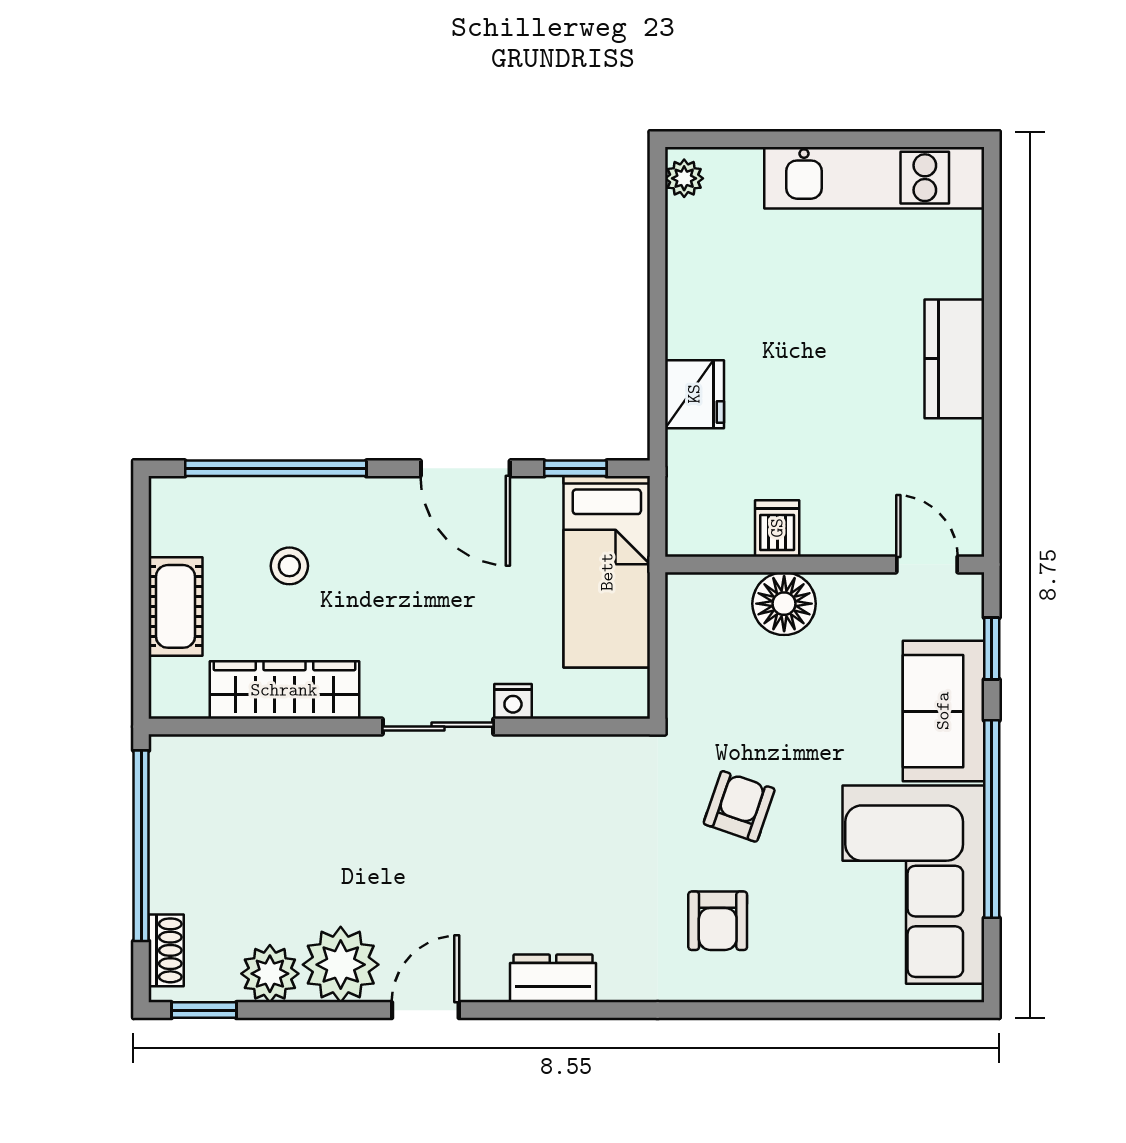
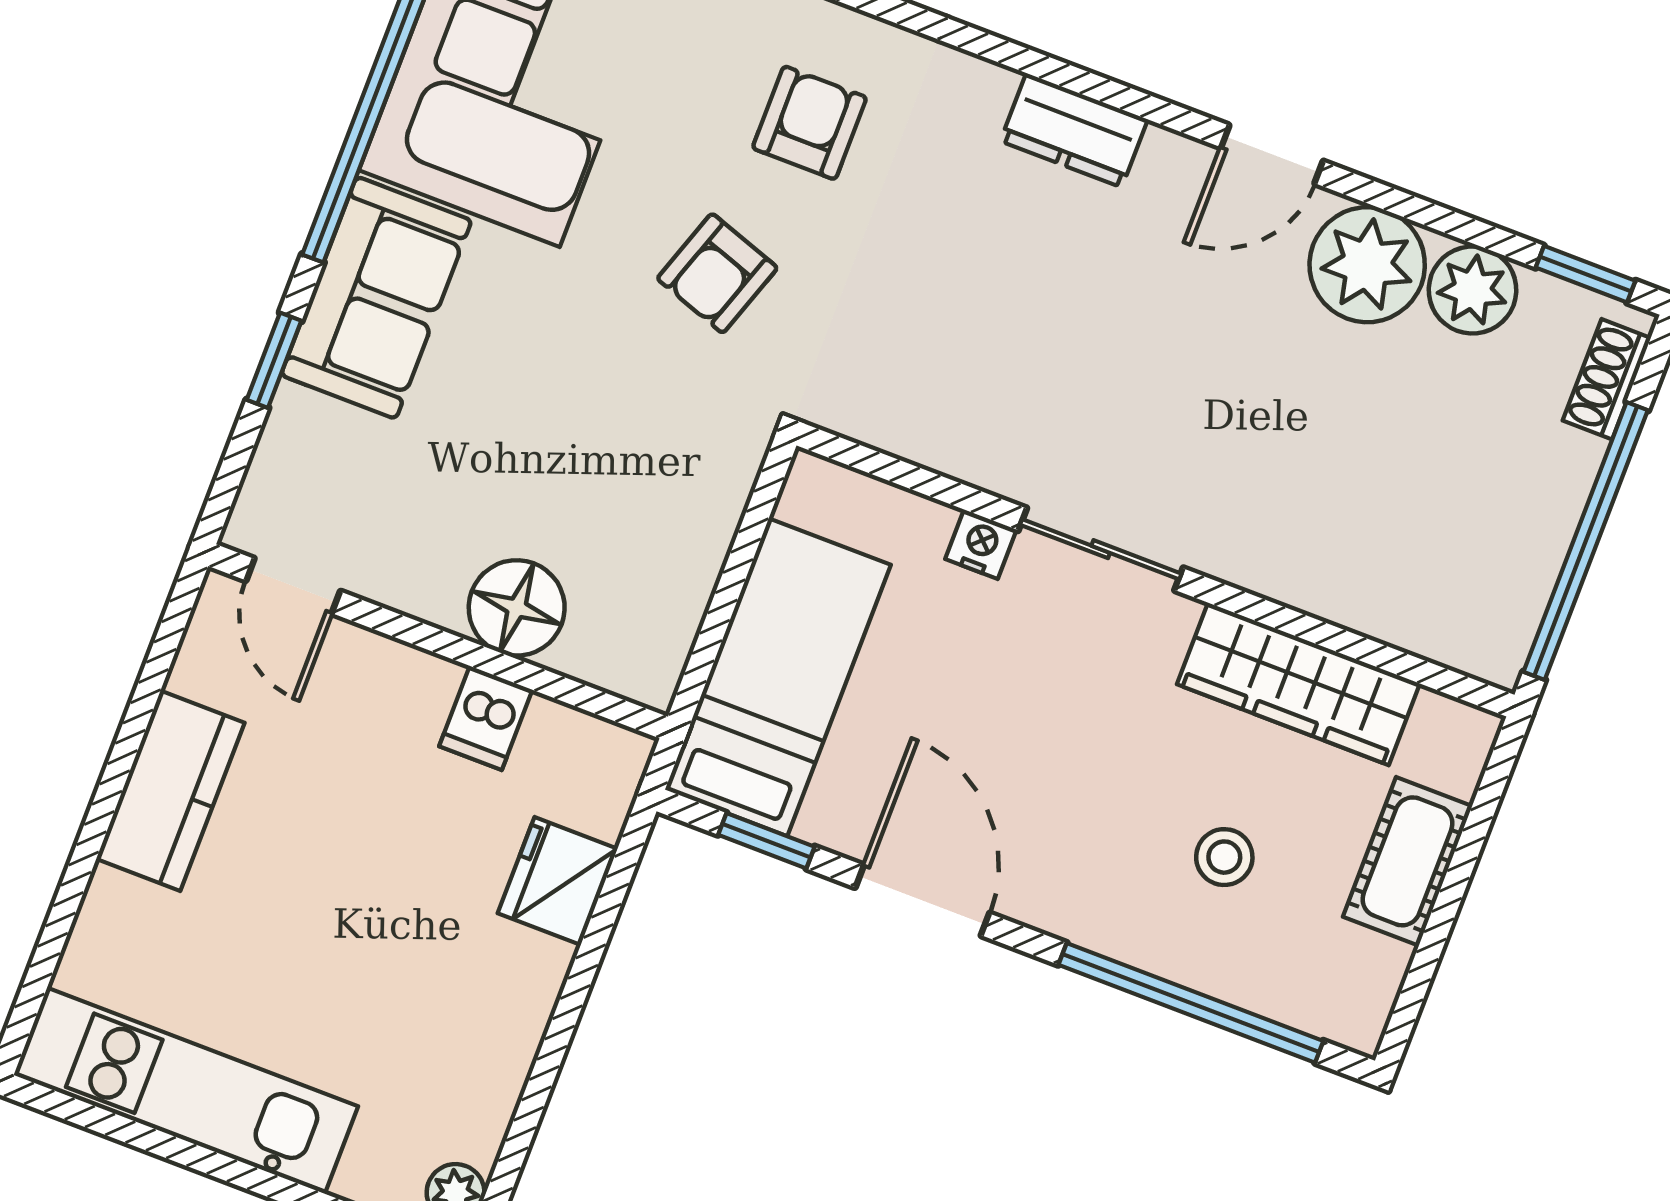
dishwasher: (777, 528) -> (486, 718), moved
wall: (825, 564) -> (438, 641), moved
door: (927, 564) -> (293, 586), moved
floor lamp: (784, 604) -> (517, 608), moved

